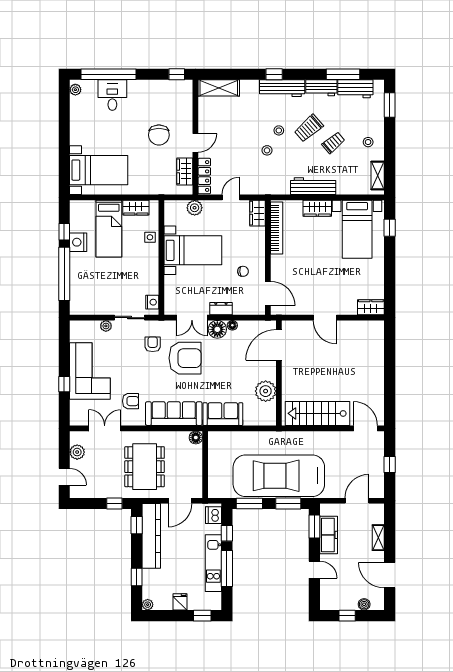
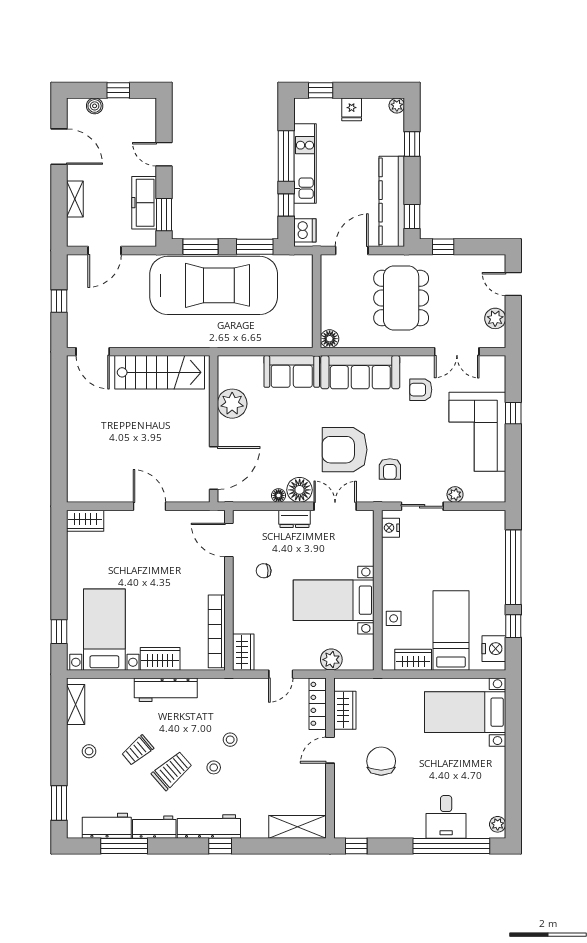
nightstand: (78, 242) -> (494, 649), moved

